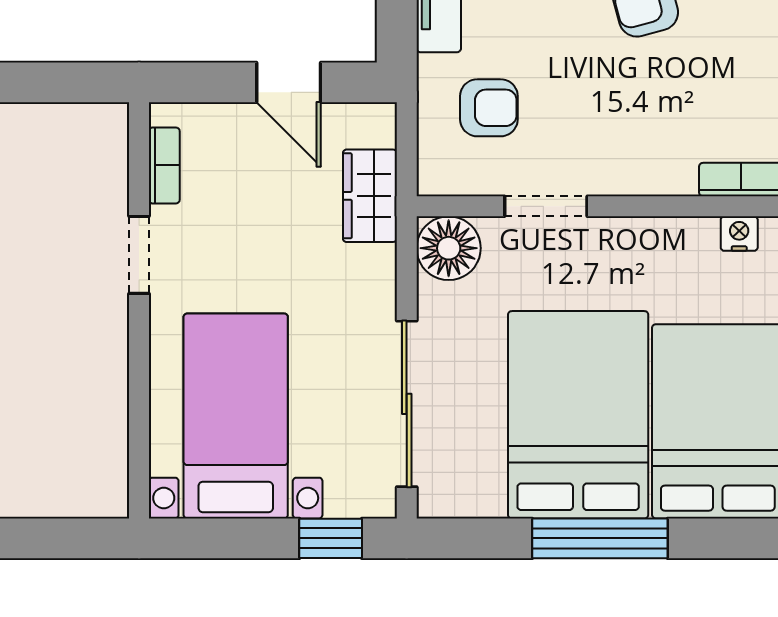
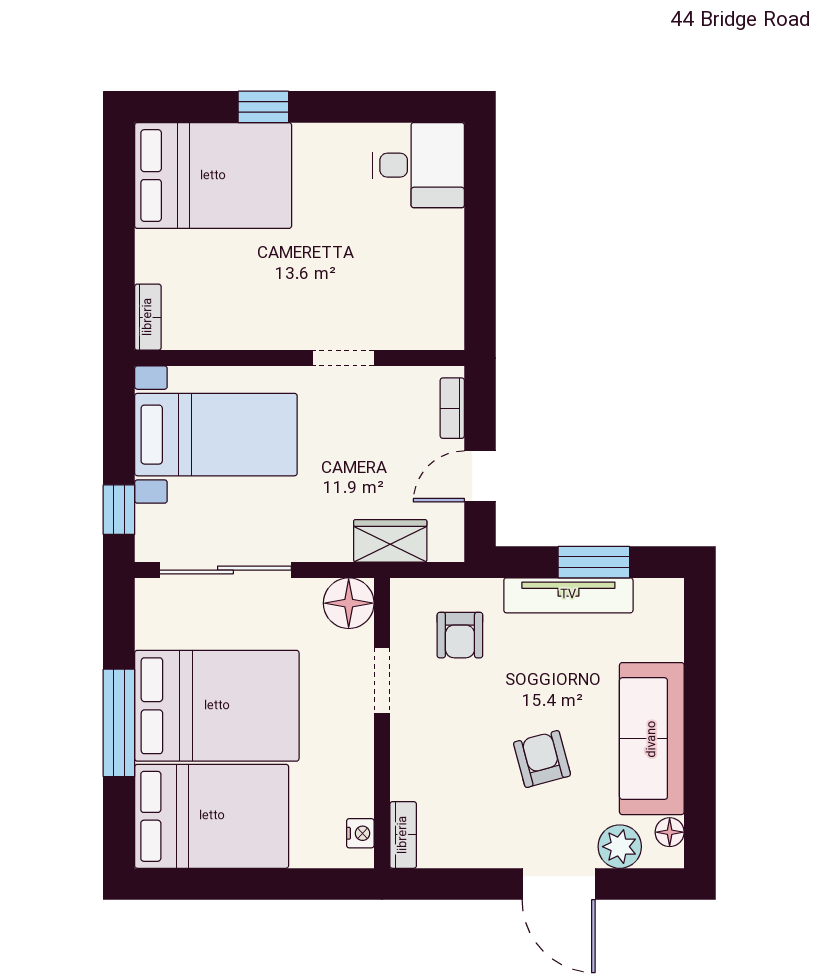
bookcase: (164, 165) -> (452, 408), moved, turned 90
bookcase: (87, 502) -> (148, 317), added

